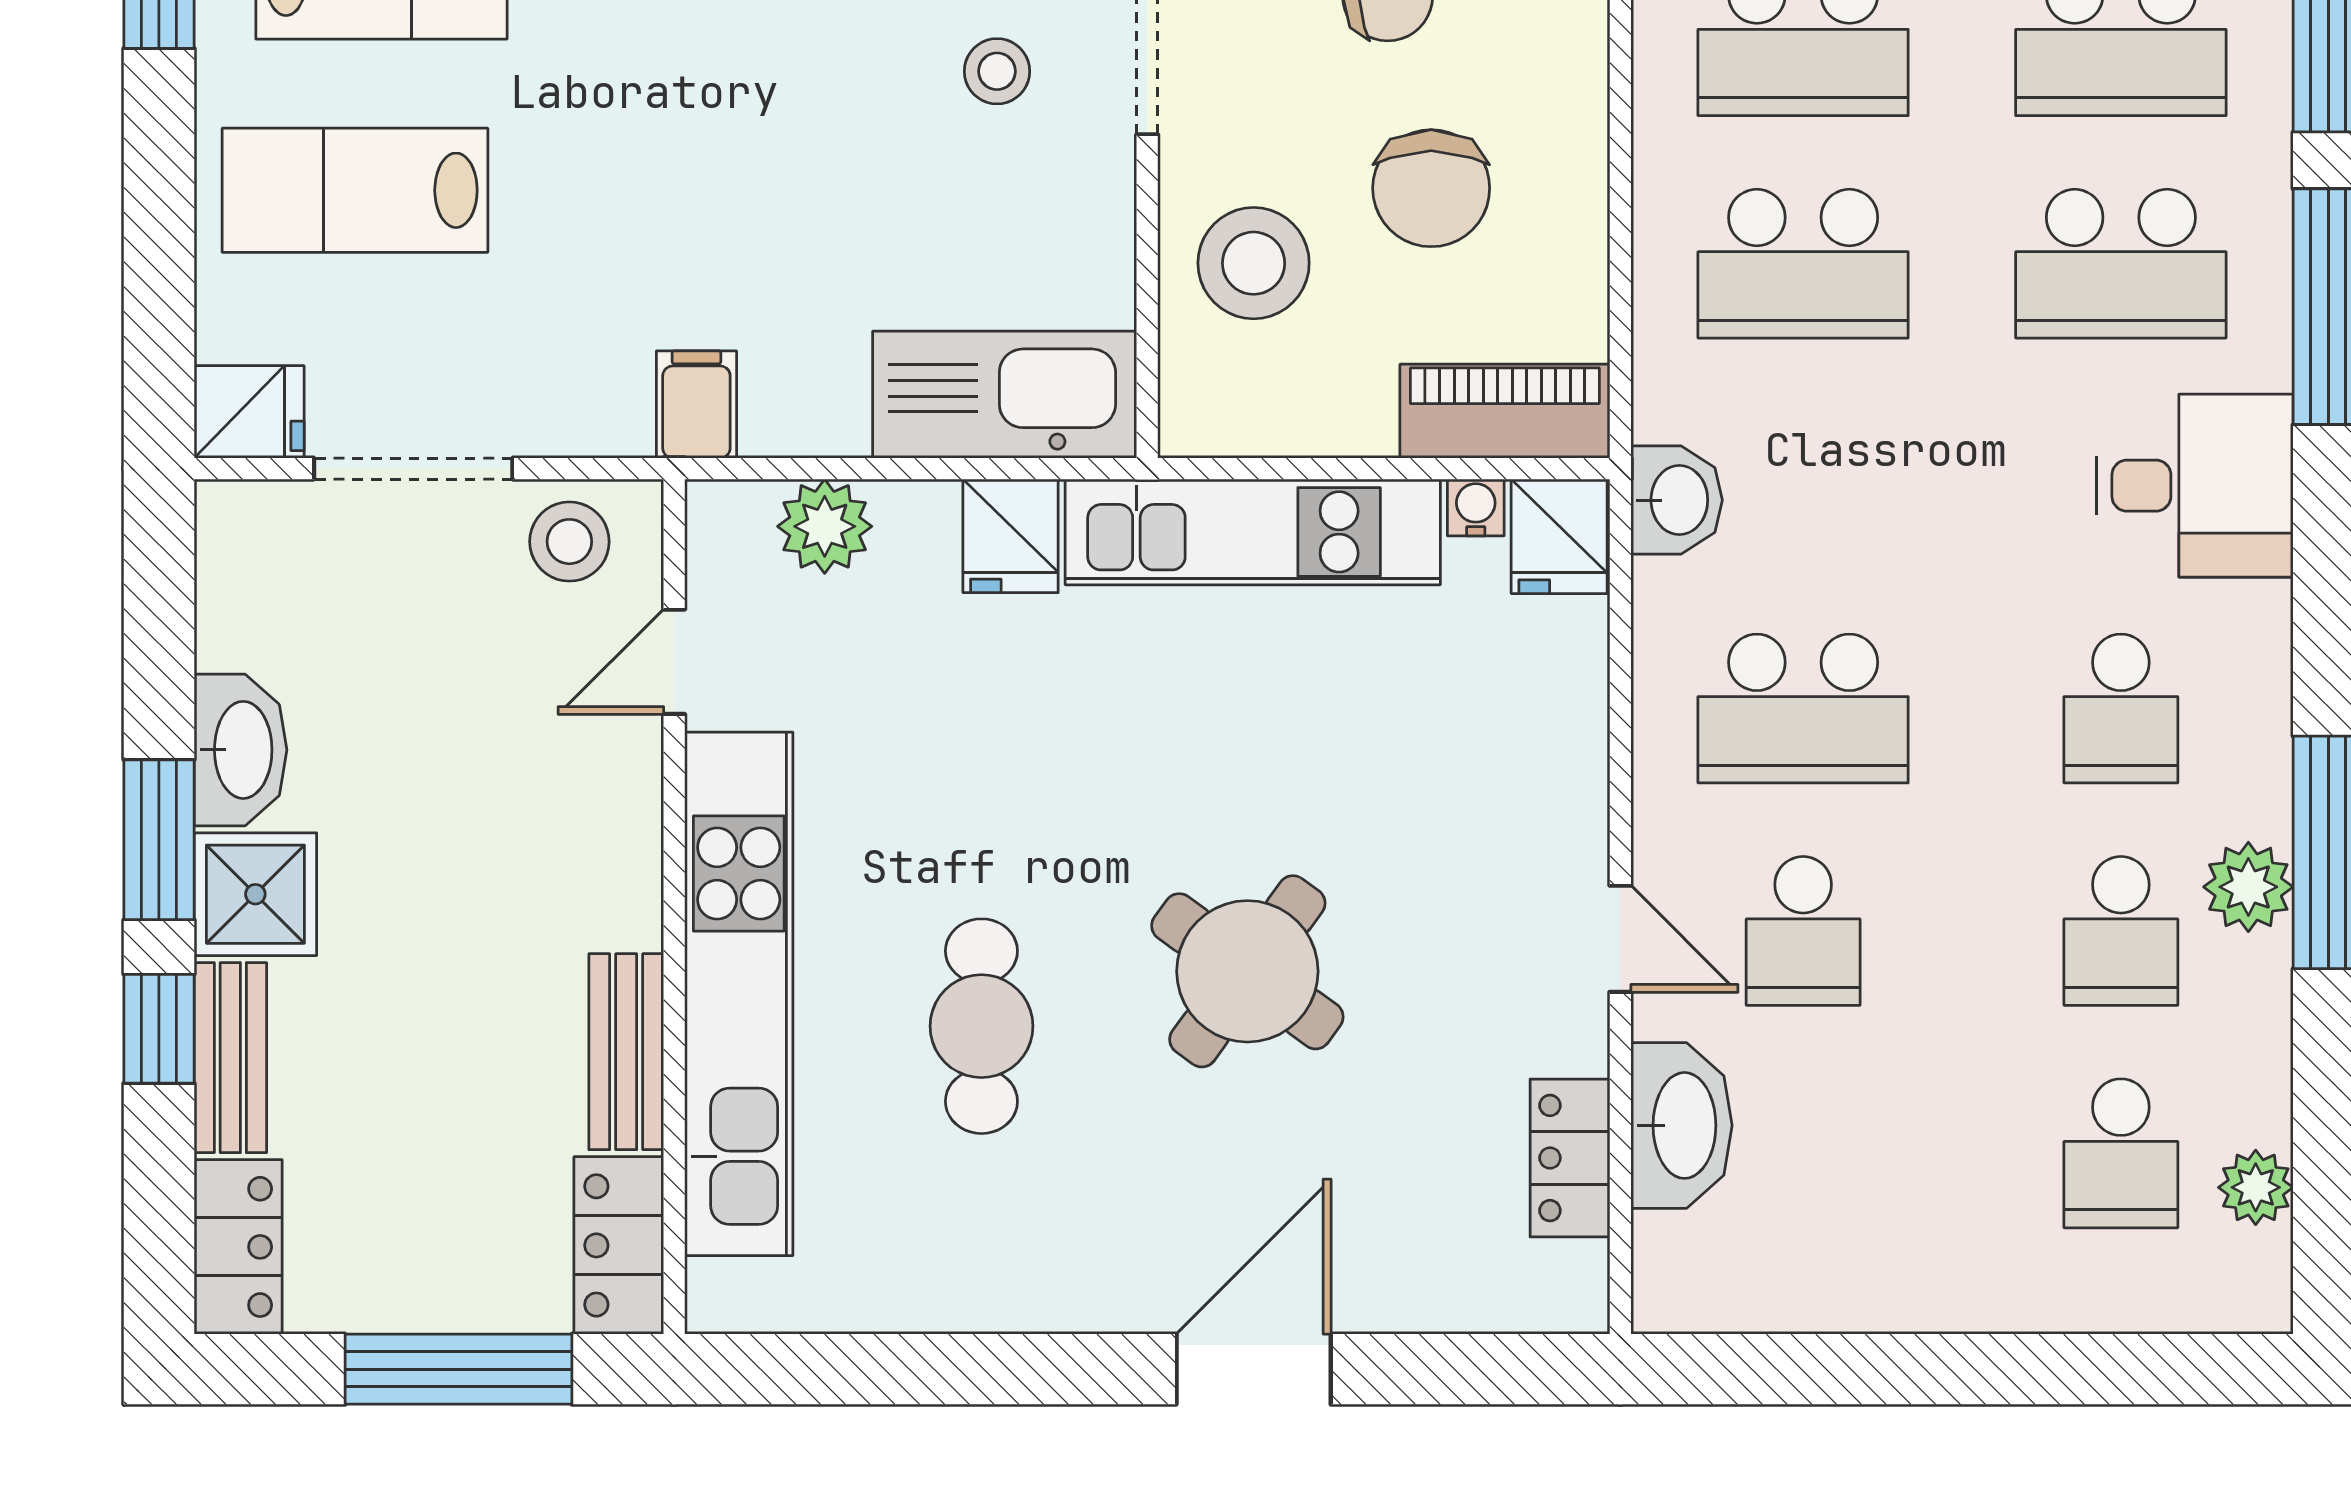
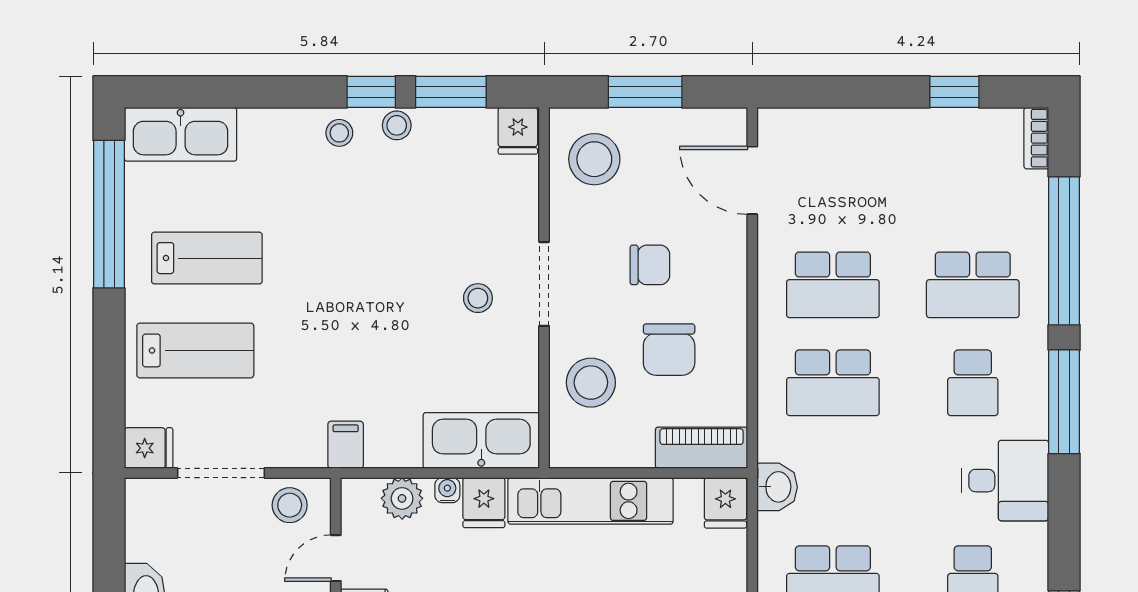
lab bench: (355, 190) -> (195, 350), turned 180
school desk: (2121, 264) -> (973, 383), width x0.54
water cooler: (1476, 507) -> (447, 490), moved

